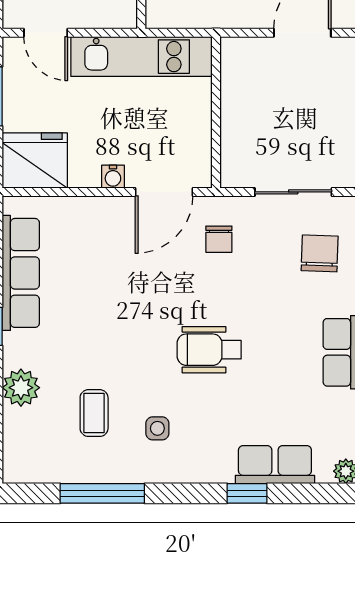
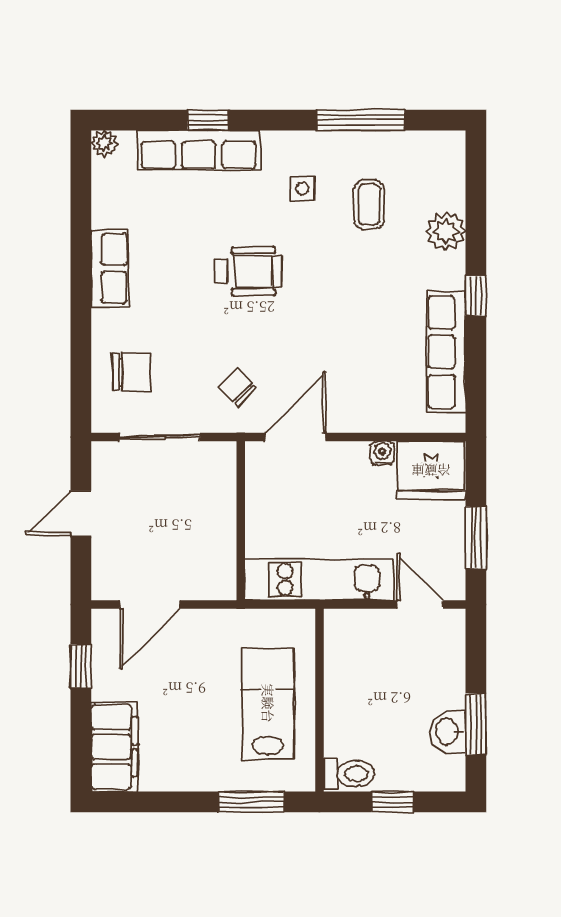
water cooler: (113, 177) -> (382, 453), moved
chair: (219, 239) -> (238, 387), turned -45
chair: (320, 253) -> (132, 372), turned -92
row of seats: (275, 465) -> (199, 150), width x1.48

